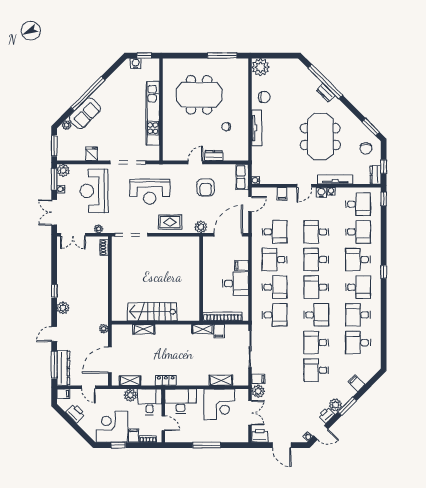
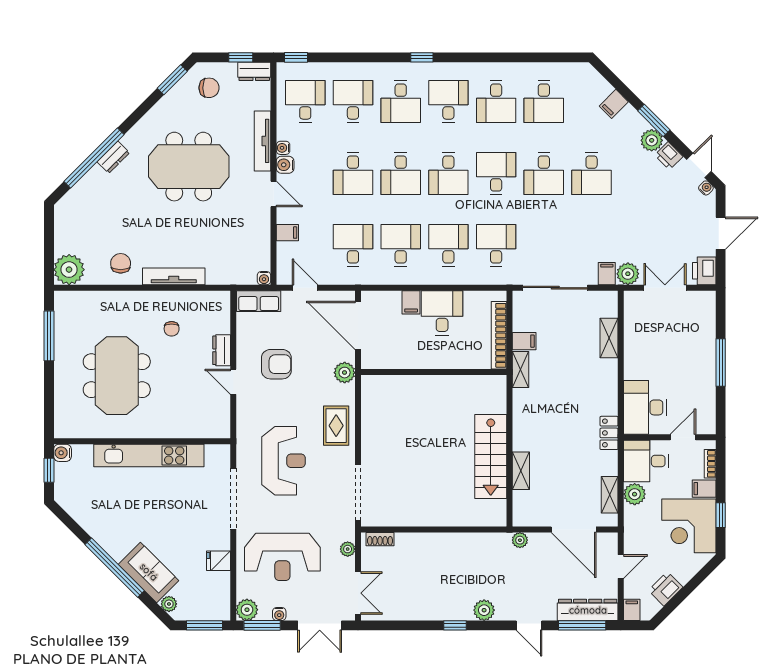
water cooler: (136, 63) -> (63, 453), moved
desk: (275, 260) -> (401, 245), turned 180
corner desk: (219, 404) -> (650, 341), removed

